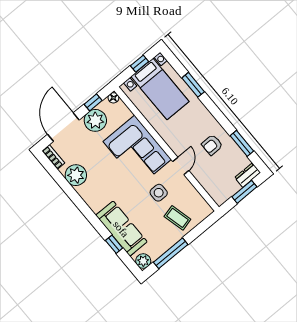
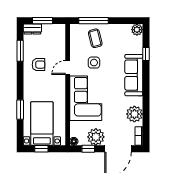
sofa: (121, 229) -> (134, 75), moved
window: (171, 253) -> (94, 21), moved

